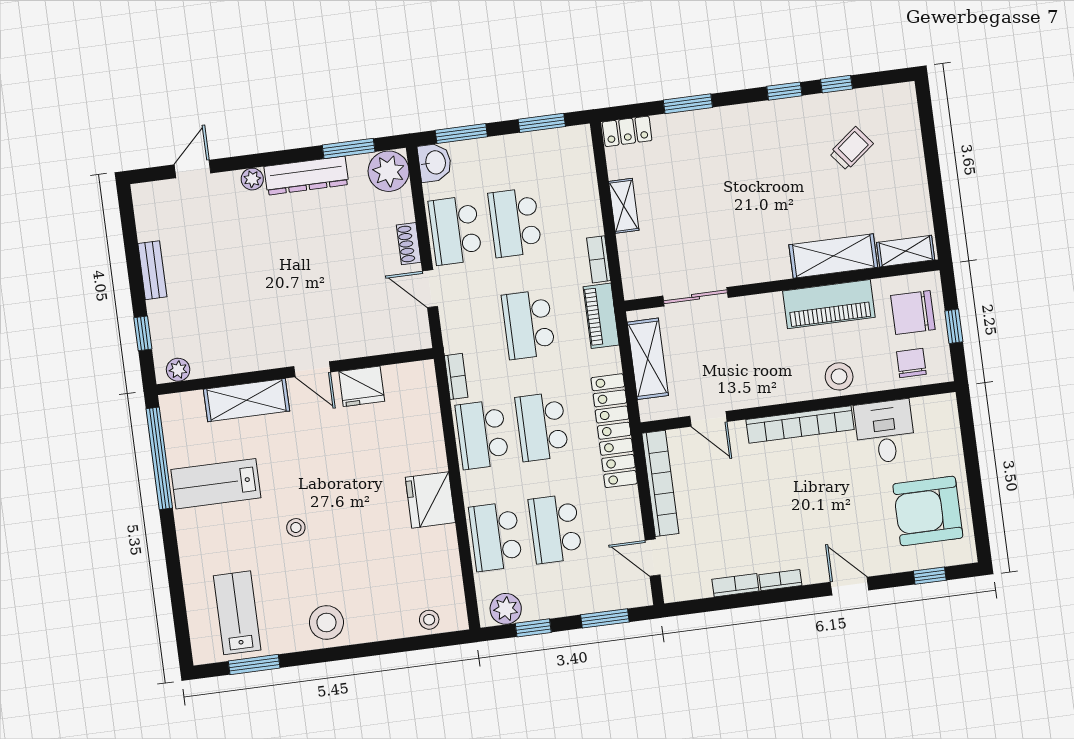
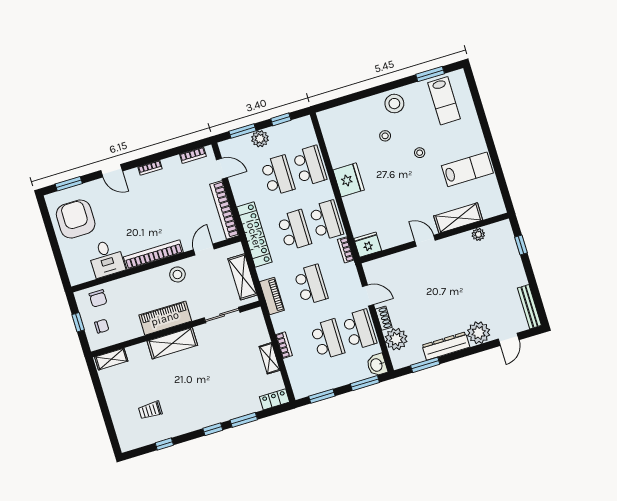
window: (784, 91) -> (213, 429), moved
trolley: (851, 148) -> (150, 410), turned 38
plant: (389, 171) -> (396, 339), moved
plant: (252, 179) -> (479, 333), width x1.88, depth x1.88
shelving: (833, 256) -> (172, 343), moved
bookcase: (599, 259) -> (284, 345), moved
bench: (152, 270) -> (529, 307), moved, width x1.36
piano: (829, 304) -> (165, 318), moved
chair: (913, 312) -> (102, 326), width x0.54, depth x0.54
plant: (178, 370) -> (478, 234), moved
stool: (839, 376) -> (177, 274), moved
fridge: (362, 386) -> (368, 245), moved
door: (708, 419) -> (204, 249), hinge flipped
window: (159, 458) -> (501, 178), removed
armchair: (928, 511) -> (76, 219), turned -90
window: (930, 576) -> (69, 184), width x1.50
bookcase: (735, 585) -> (193, 155), moved
plant: (506, 609) -> (260, 139), moved
stool: (429, 620) -> (385, 136), moved

